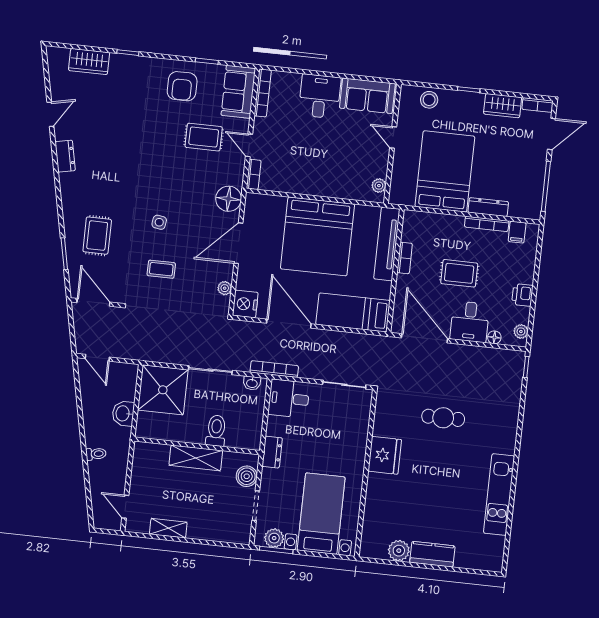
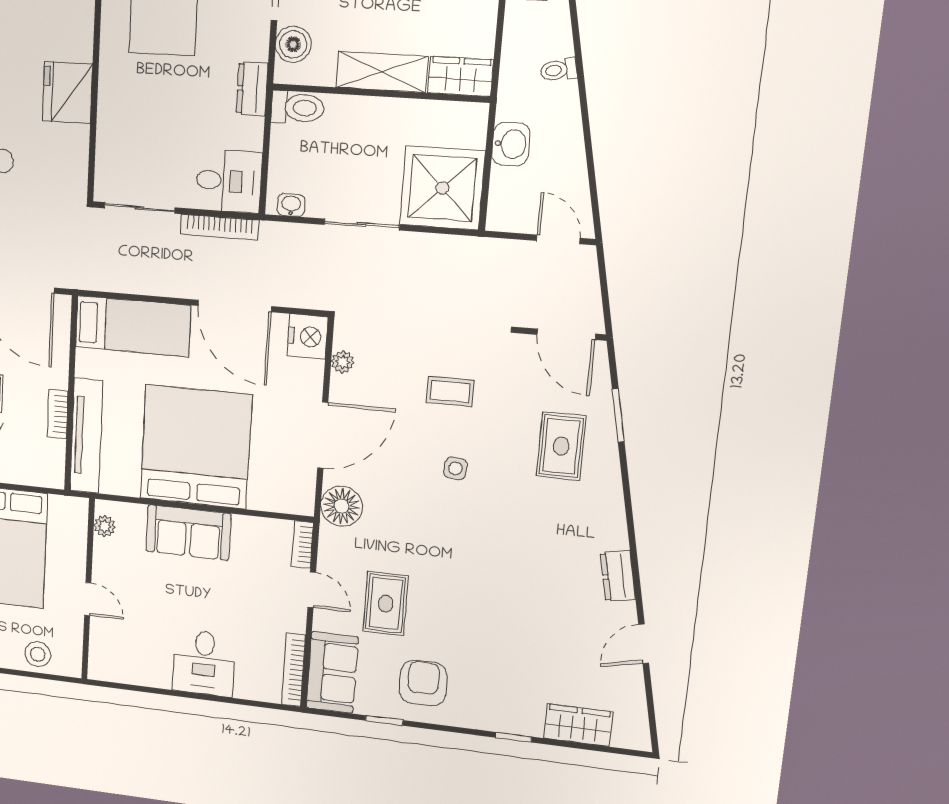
sofa: (367, 96) -> (188, 533), moved, turned 180
rug: (204, 137) -> (386, 604), turned 90
bookcase: (274, 369) -> (219, 227), moved
toilet: (216, 431) -> (298, 108), moved, turned -90
wardrobe: (151, 453) -> (460, 76), added

